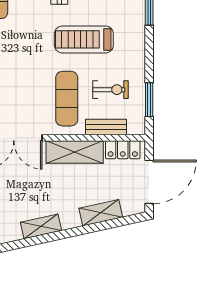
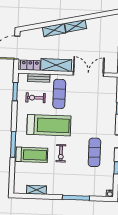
treadmill: (84, 39) -> (49, 125), width x1.37, depth x1.38
shelving: (101, 213) -> (54, 30), moved

